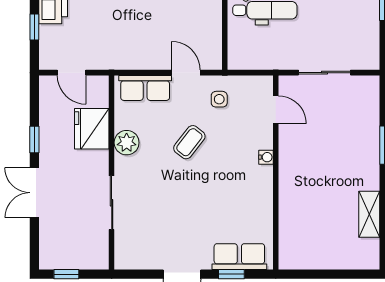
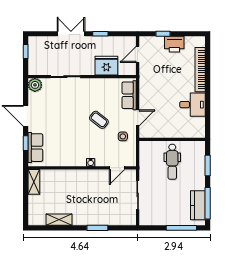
plant: (127, 143) -> (35, 85), moved
shelving: (301, 259) -> (34, 182), added

